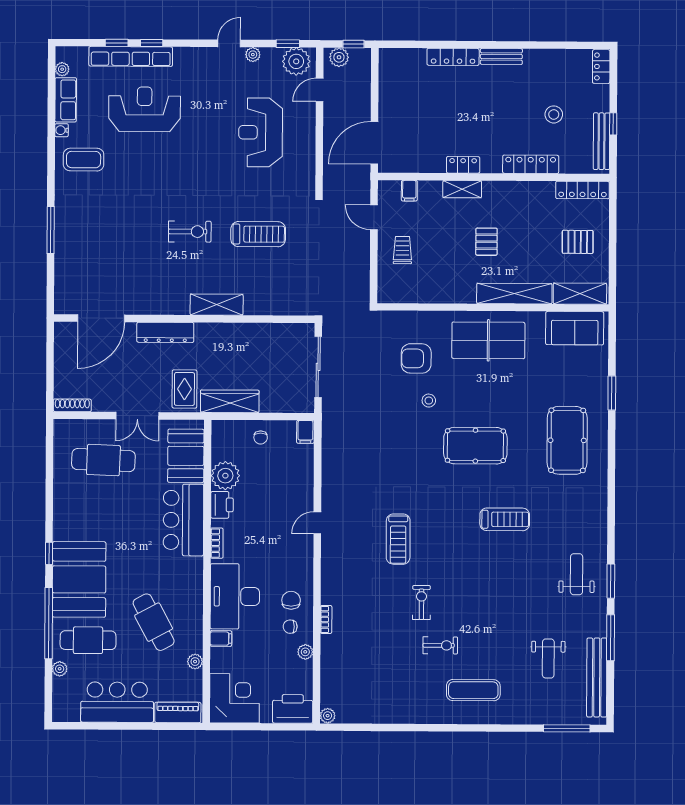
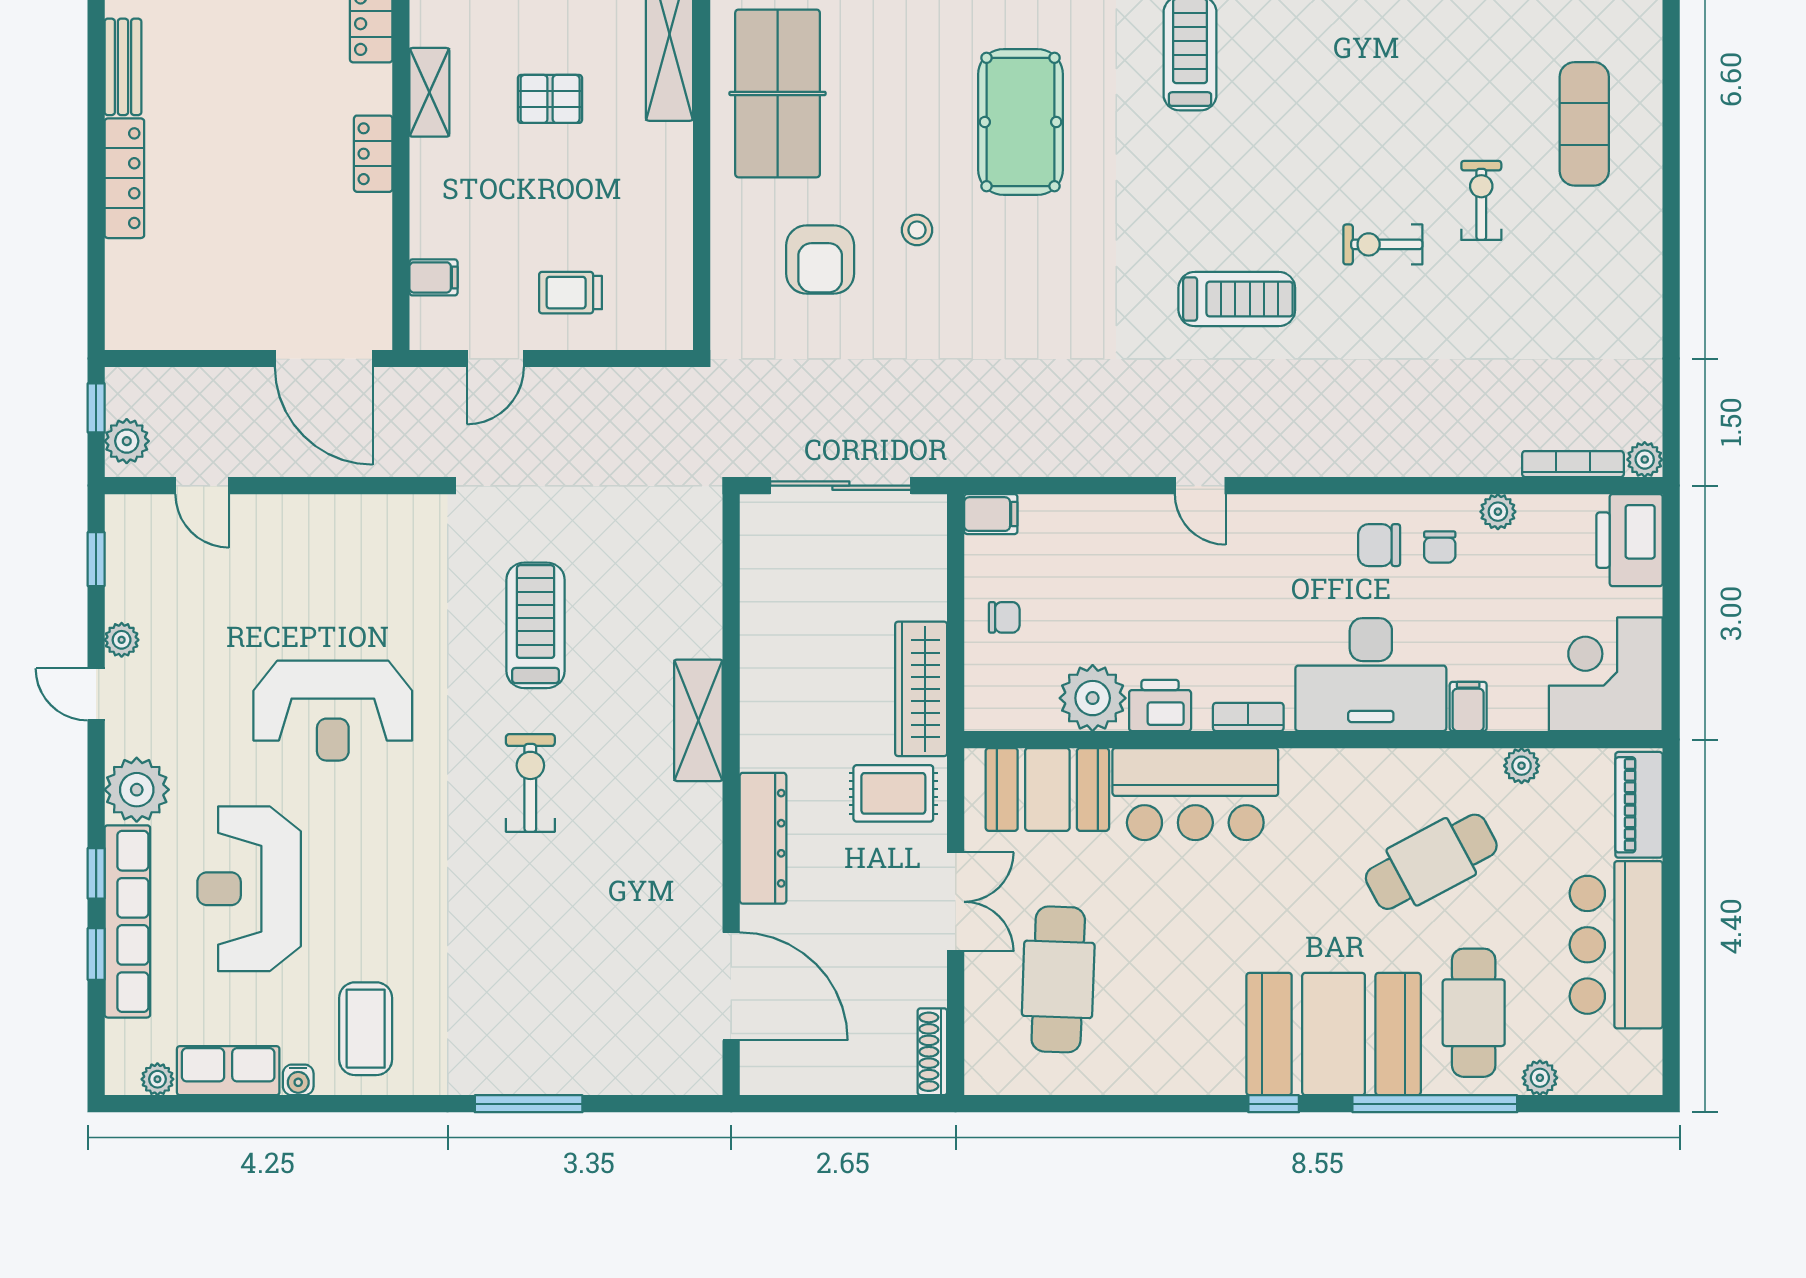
plant: (296, 61) -> (137, 790), moved
reception desk: (261, 132) -> (333, 711), moved
shelving: (462, 189) -> (429, 92), moved
bookcase: (326, 619) -> (1573, 464), moved, width x1.56

